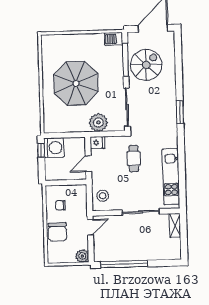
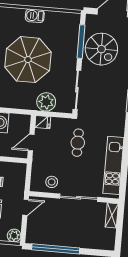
barbecue: (113, 39) -> (35, 16), moved
spiral stairs: (146, 65) -> (101, 49), turned 90
stool: (103, 196) -> (52, 182), moved

